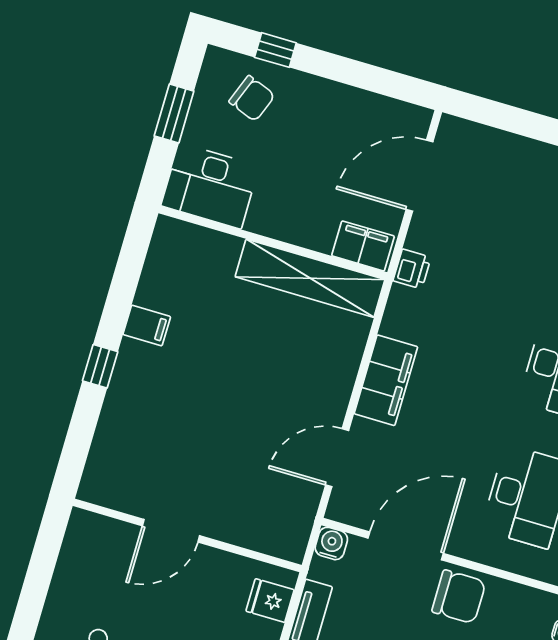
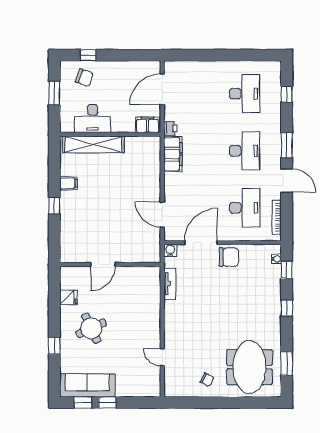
desk: (210, 186) -> (93, 119), moved
shelving: (310, 278) -> (93, 144), moved
filing cabinet: (386, 380) -> (173, 154), moved
door: (337, 458) -> (162, 215), hinge flipped
fridge: (270, 601) -> (68, 297), moved, turned 180

